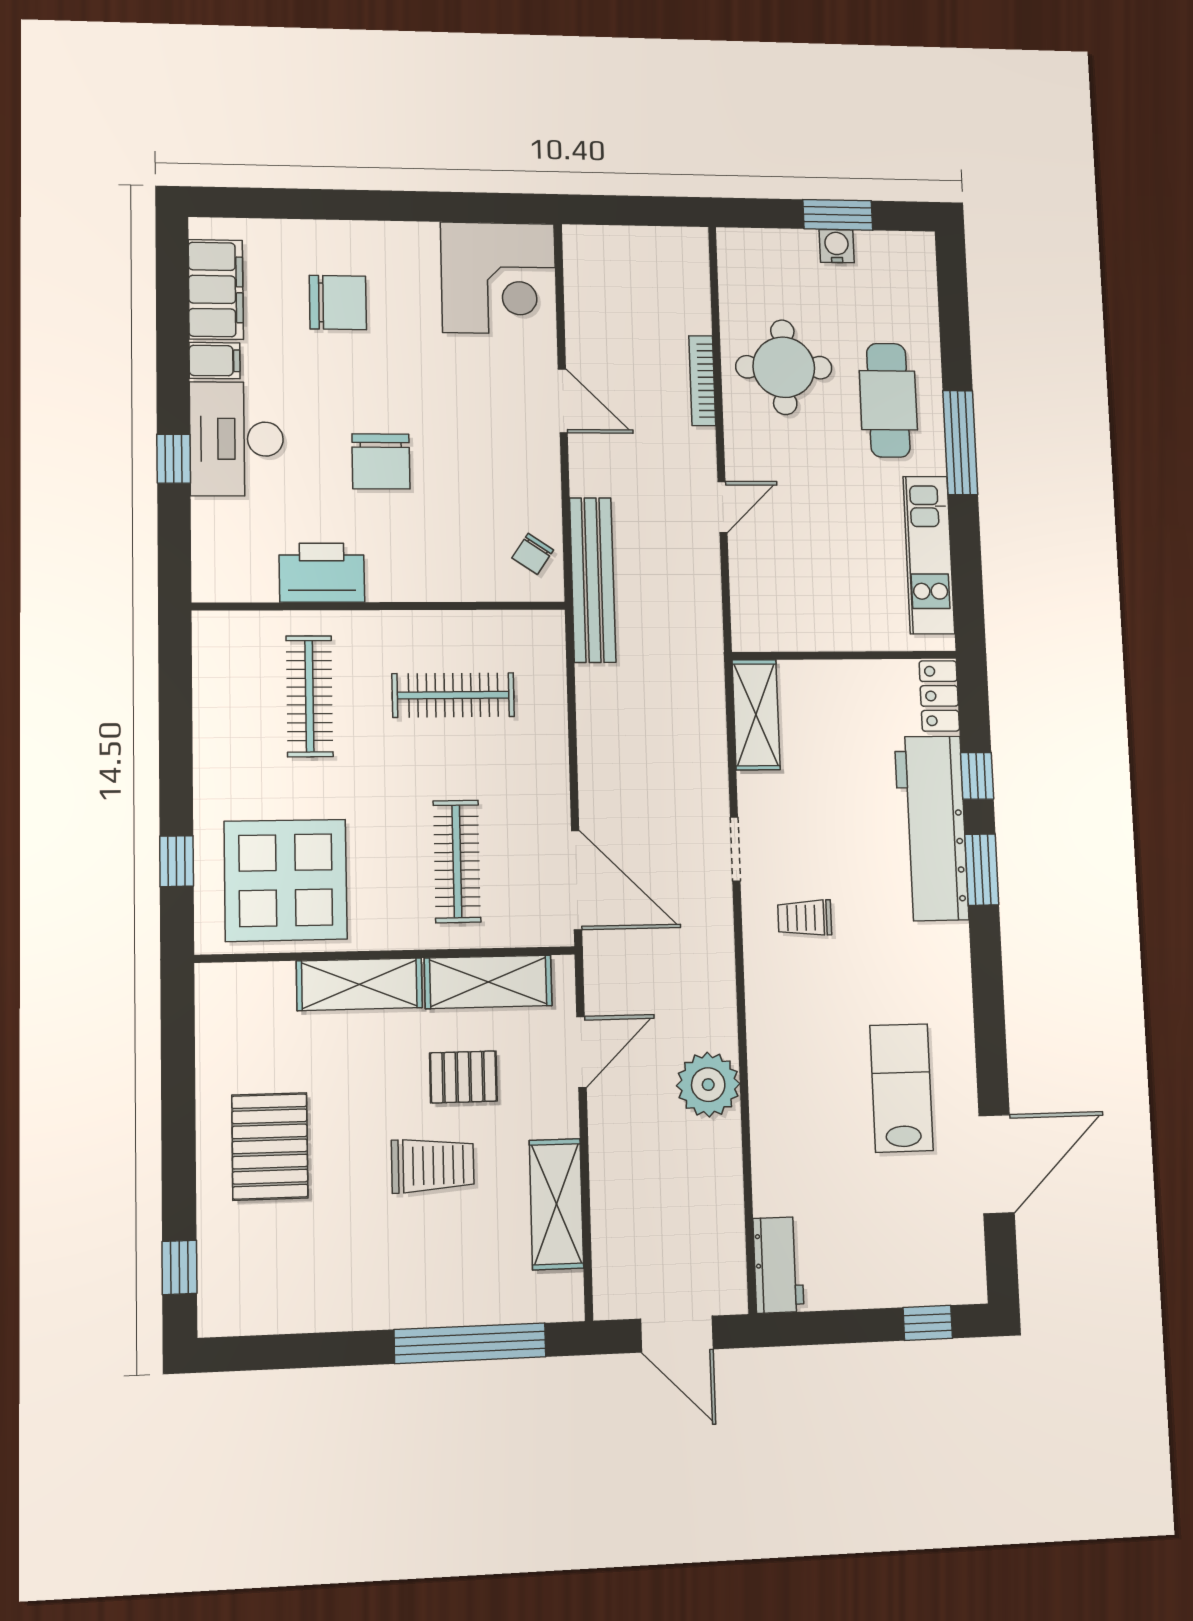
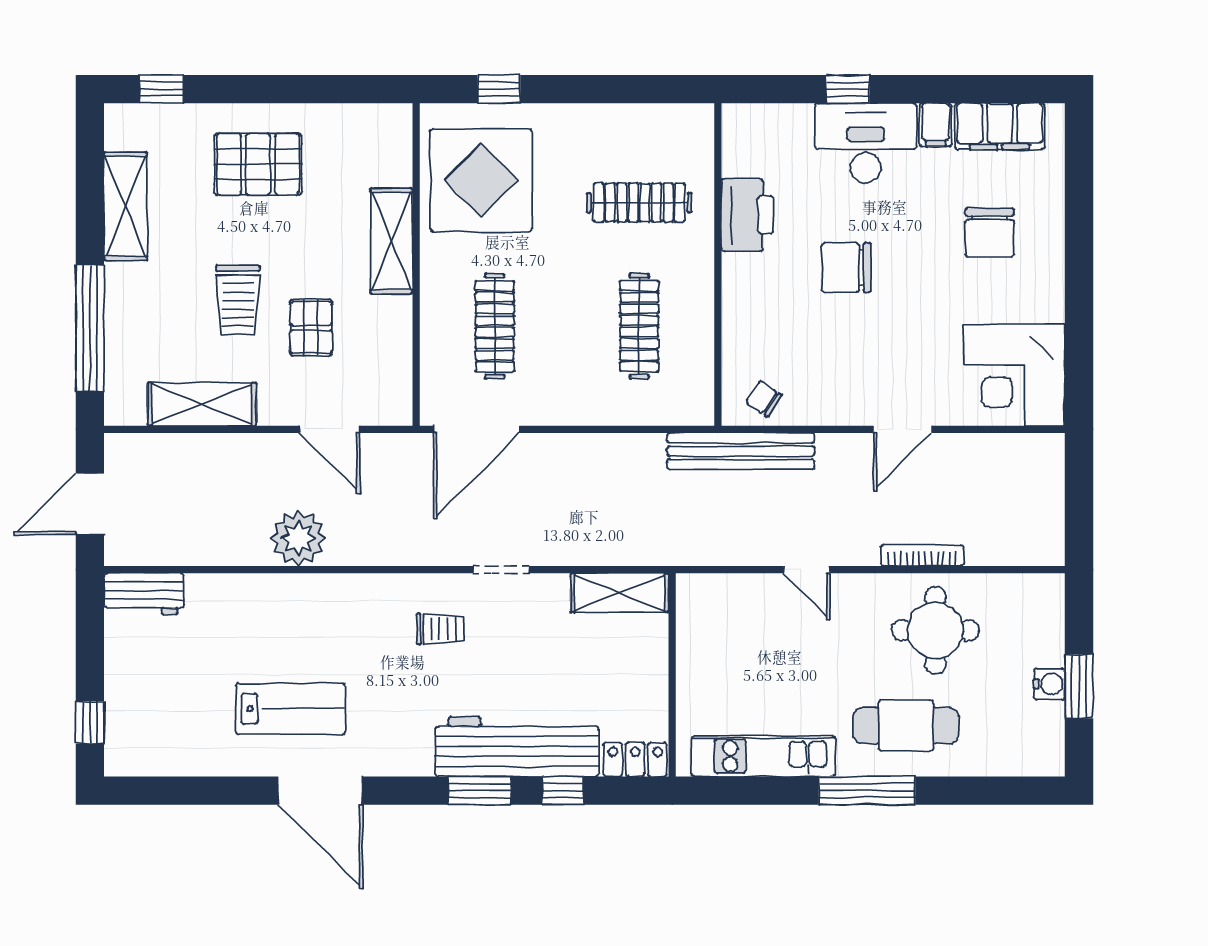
clothes rail: (457, 861) -> (495, 326), turned 90
trolley: (805, 918) -> (440, 629), turned 90
shelving: (488, 982) -> (126, 206), moved
door: (997, 1164) -> (320, 791), moved

